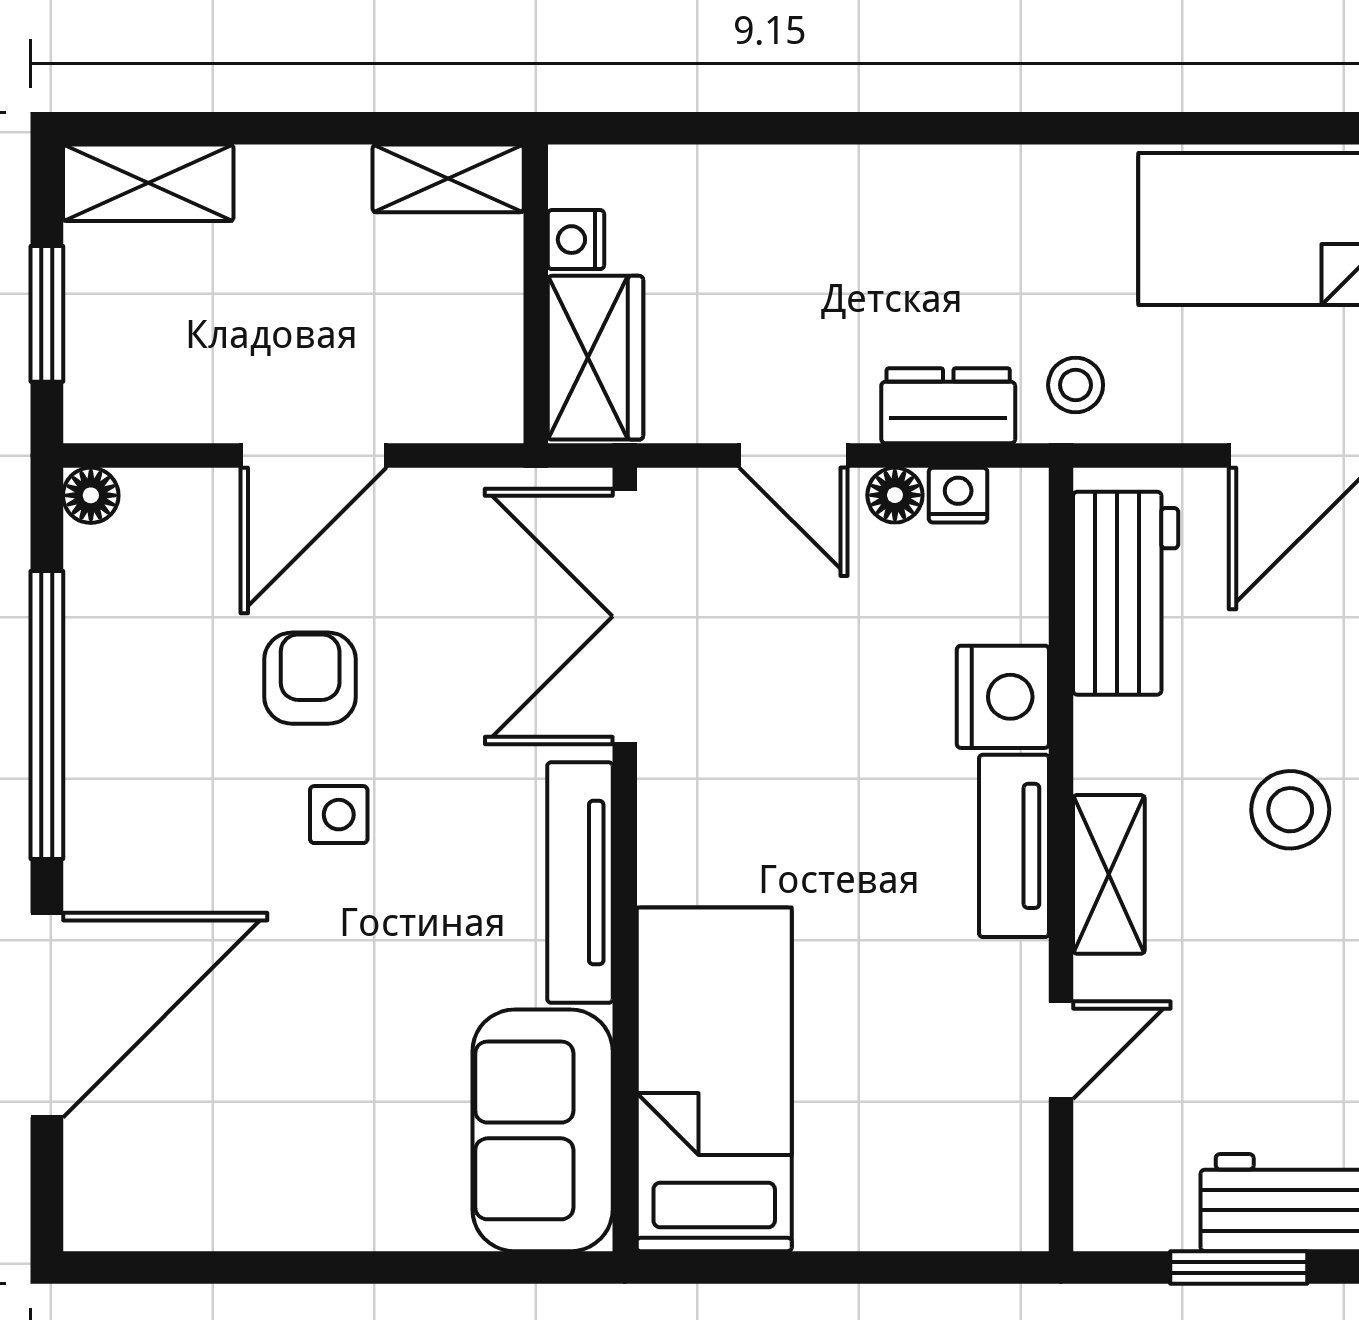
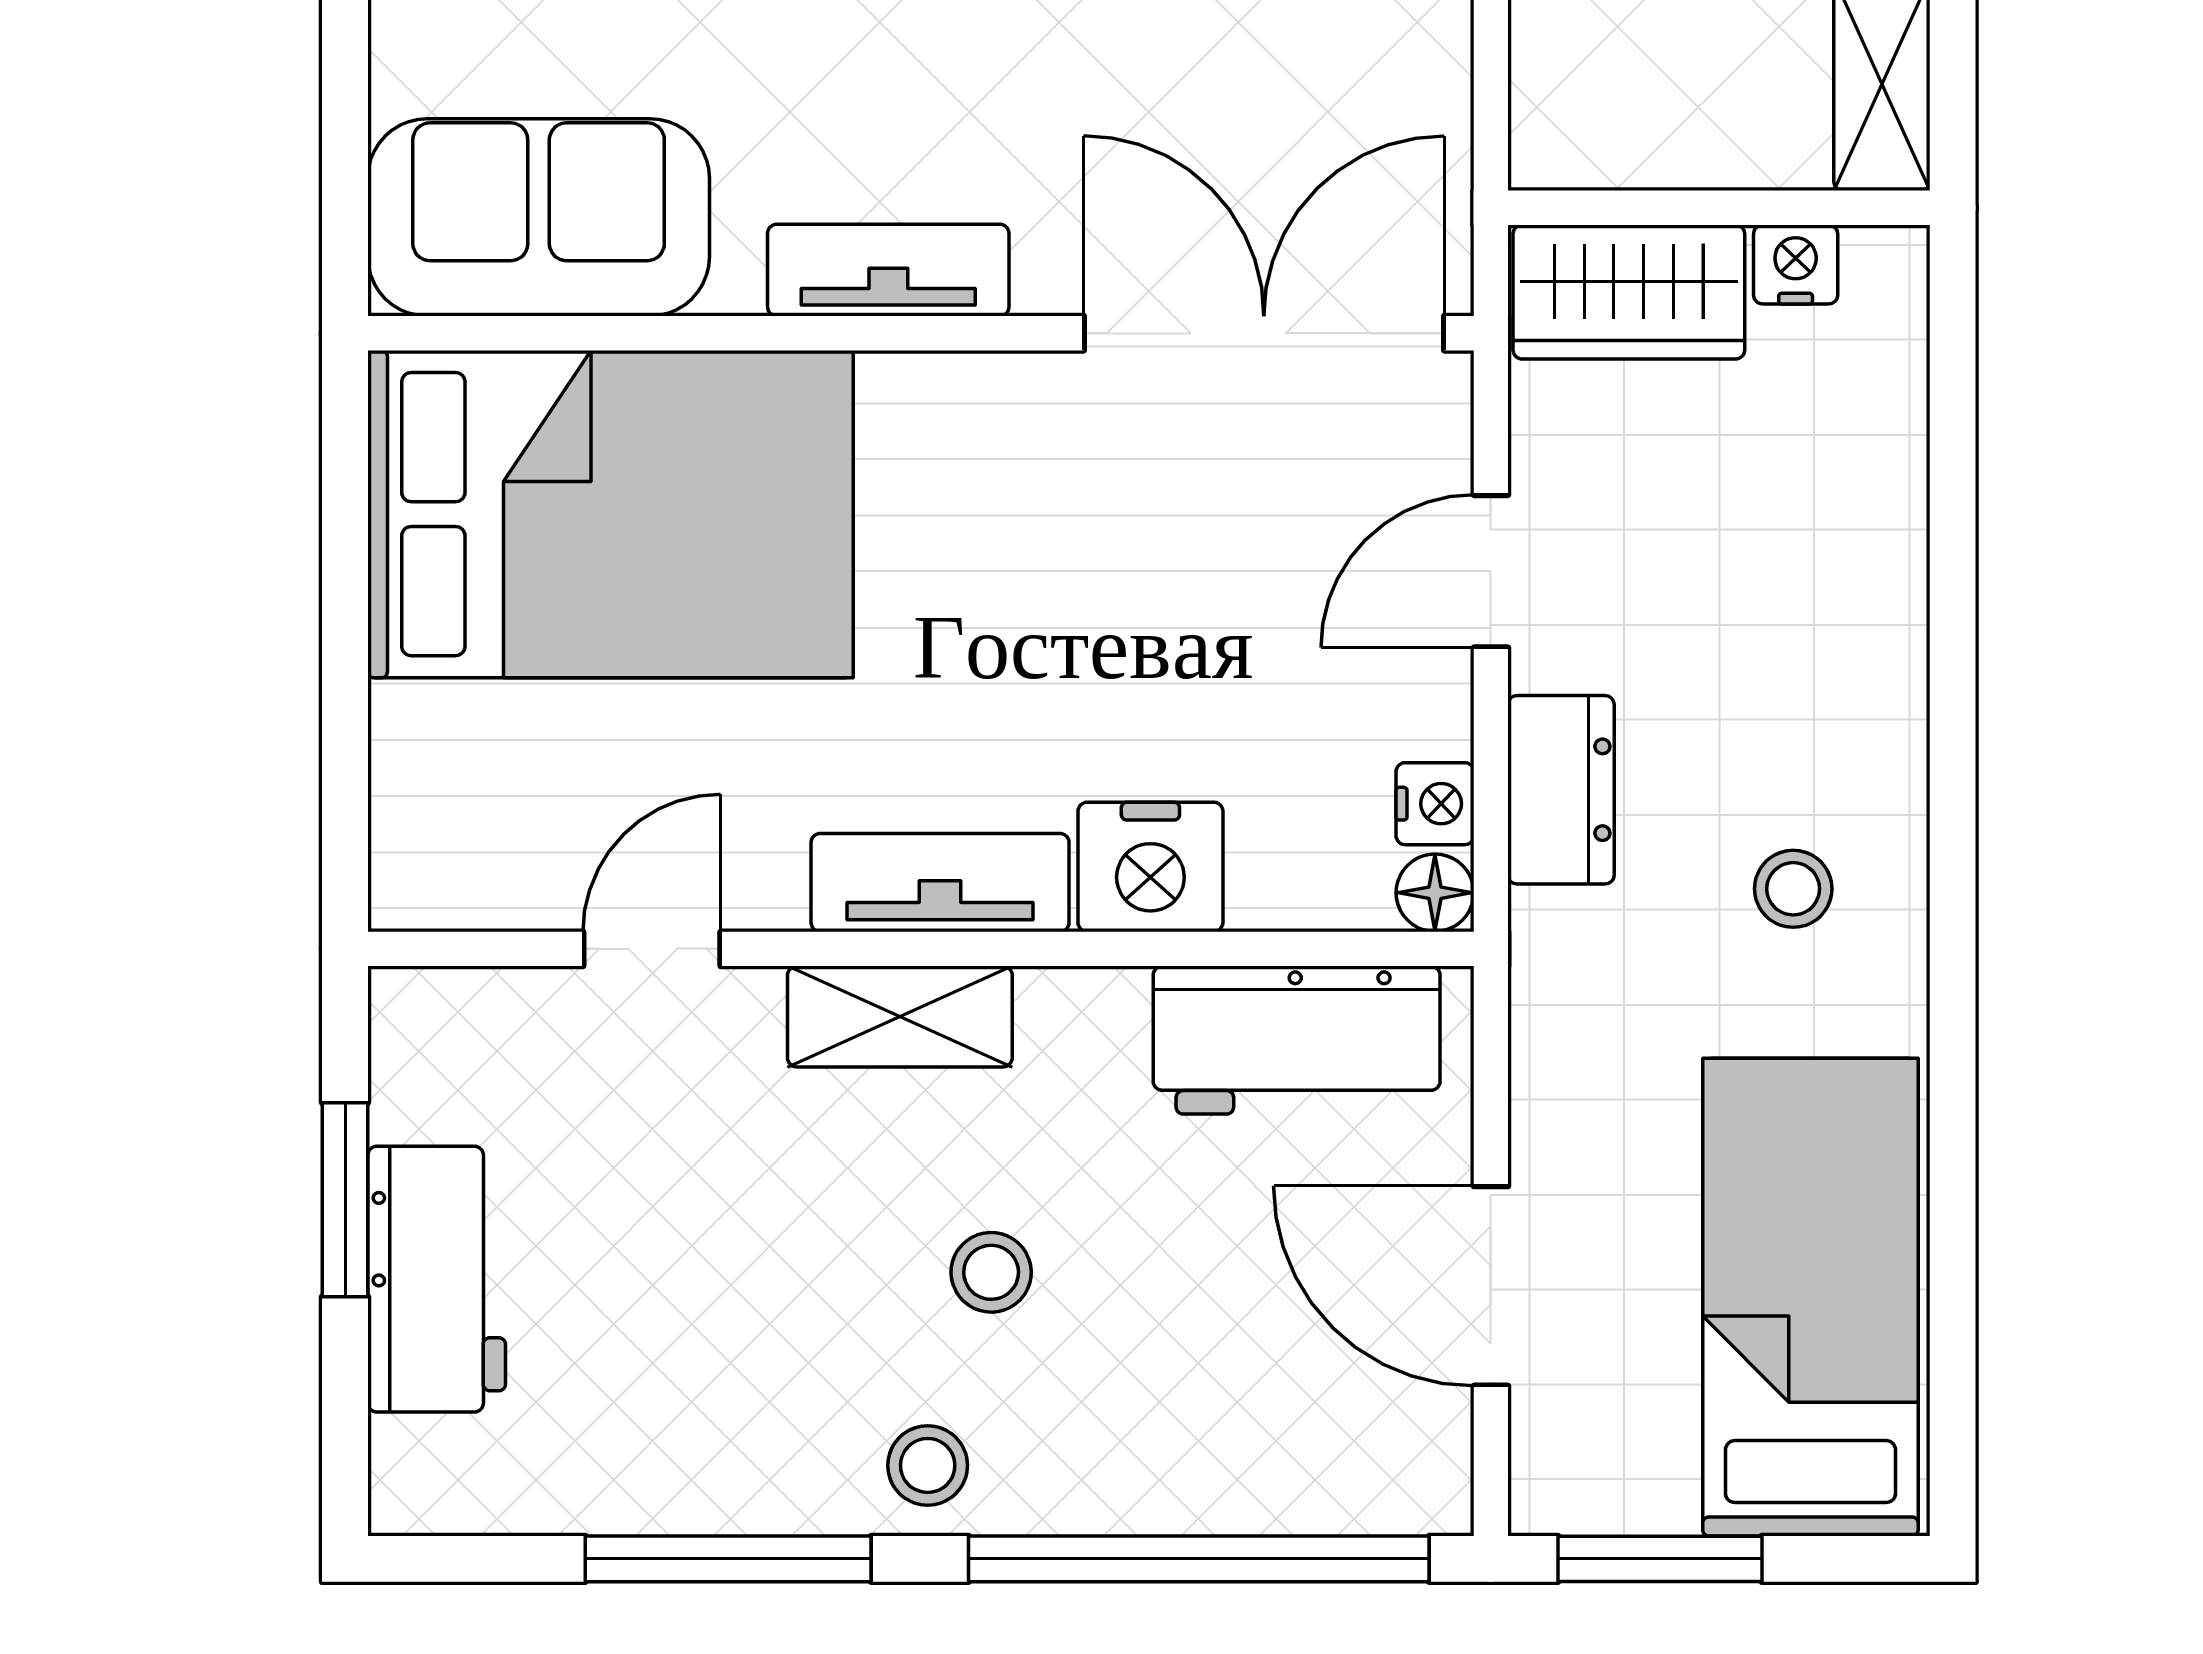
stool: (1076, 385) -> (1793, 889), moved
floor lamp: (895, 495) -> (1435, 893), moved
stool: (1290, 810) -> (991, 1272), width x0.73, depth x0.73
tv unit: (580, 883) -> (888, 270), width x0.71
door: (1061, 1050) -> (652, 949), swing flipped
bed: (714, 1079) -> (610, 514), width x1.50

